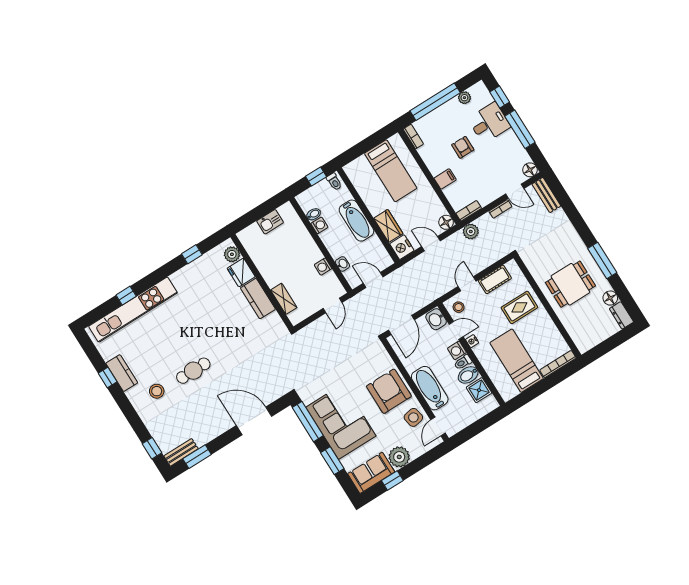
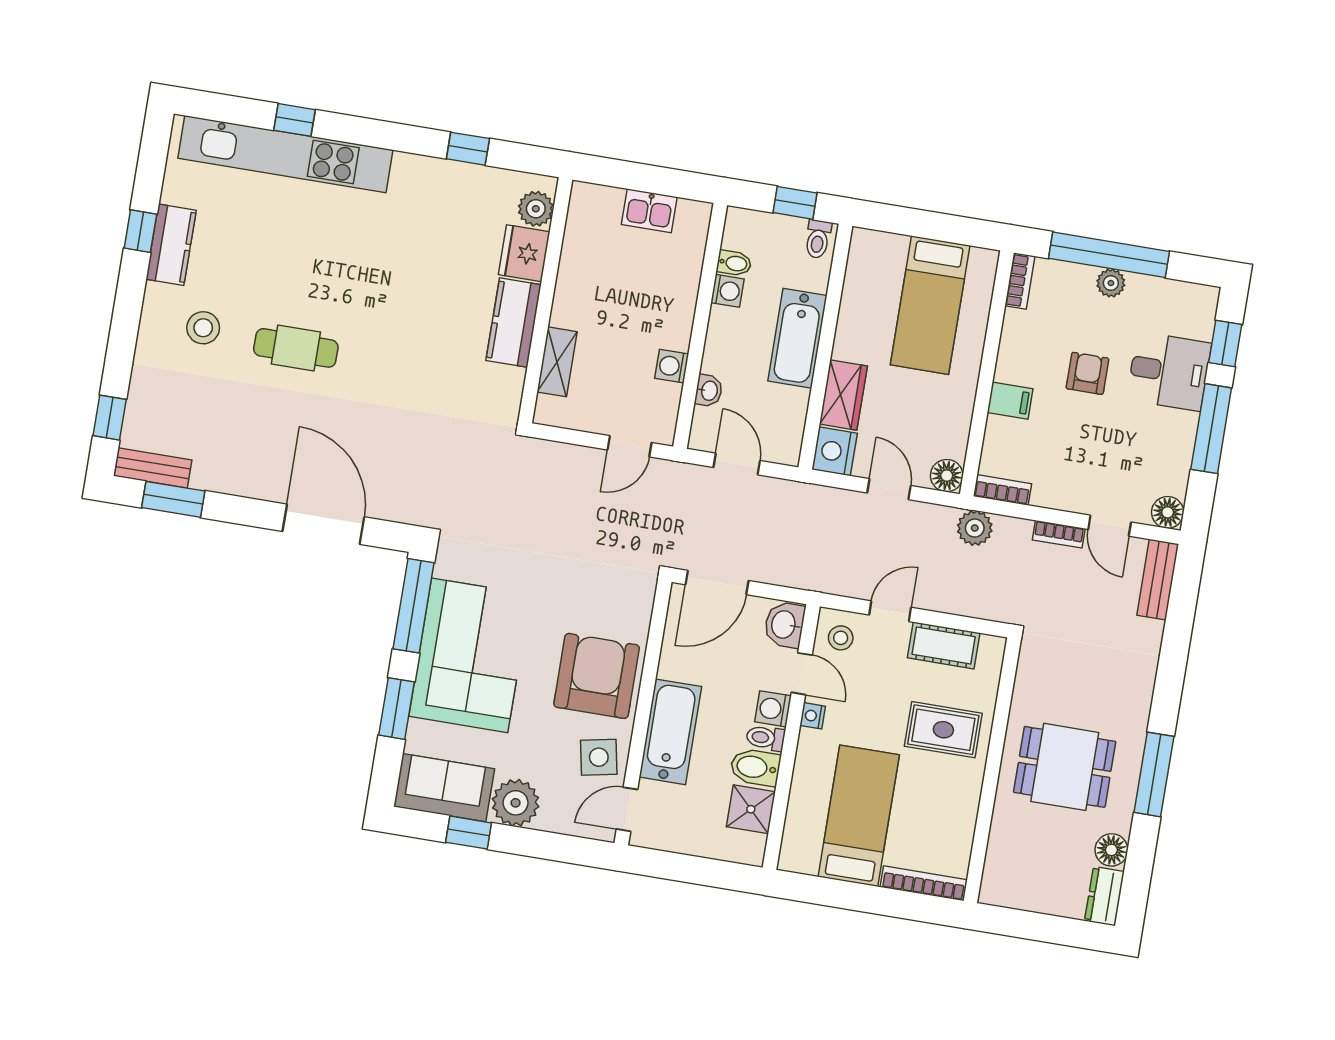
plant: (464, 98) -> (1111, 283), moved

